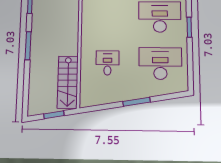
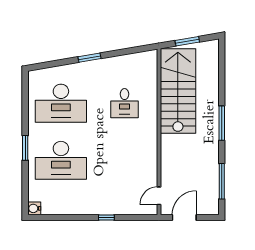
stairs: (68, 82) -> (178, 91), width x1.36, depth x1.51
window: (137, 102) -> (90, 58), width x0.69

